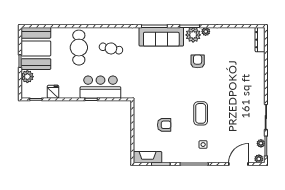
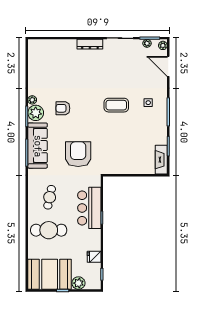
dresser: (260, 40) -> (90, 44), moved
armchair: (164, 125) -> (78, 154), moved, width x1.88, depth x1.88

